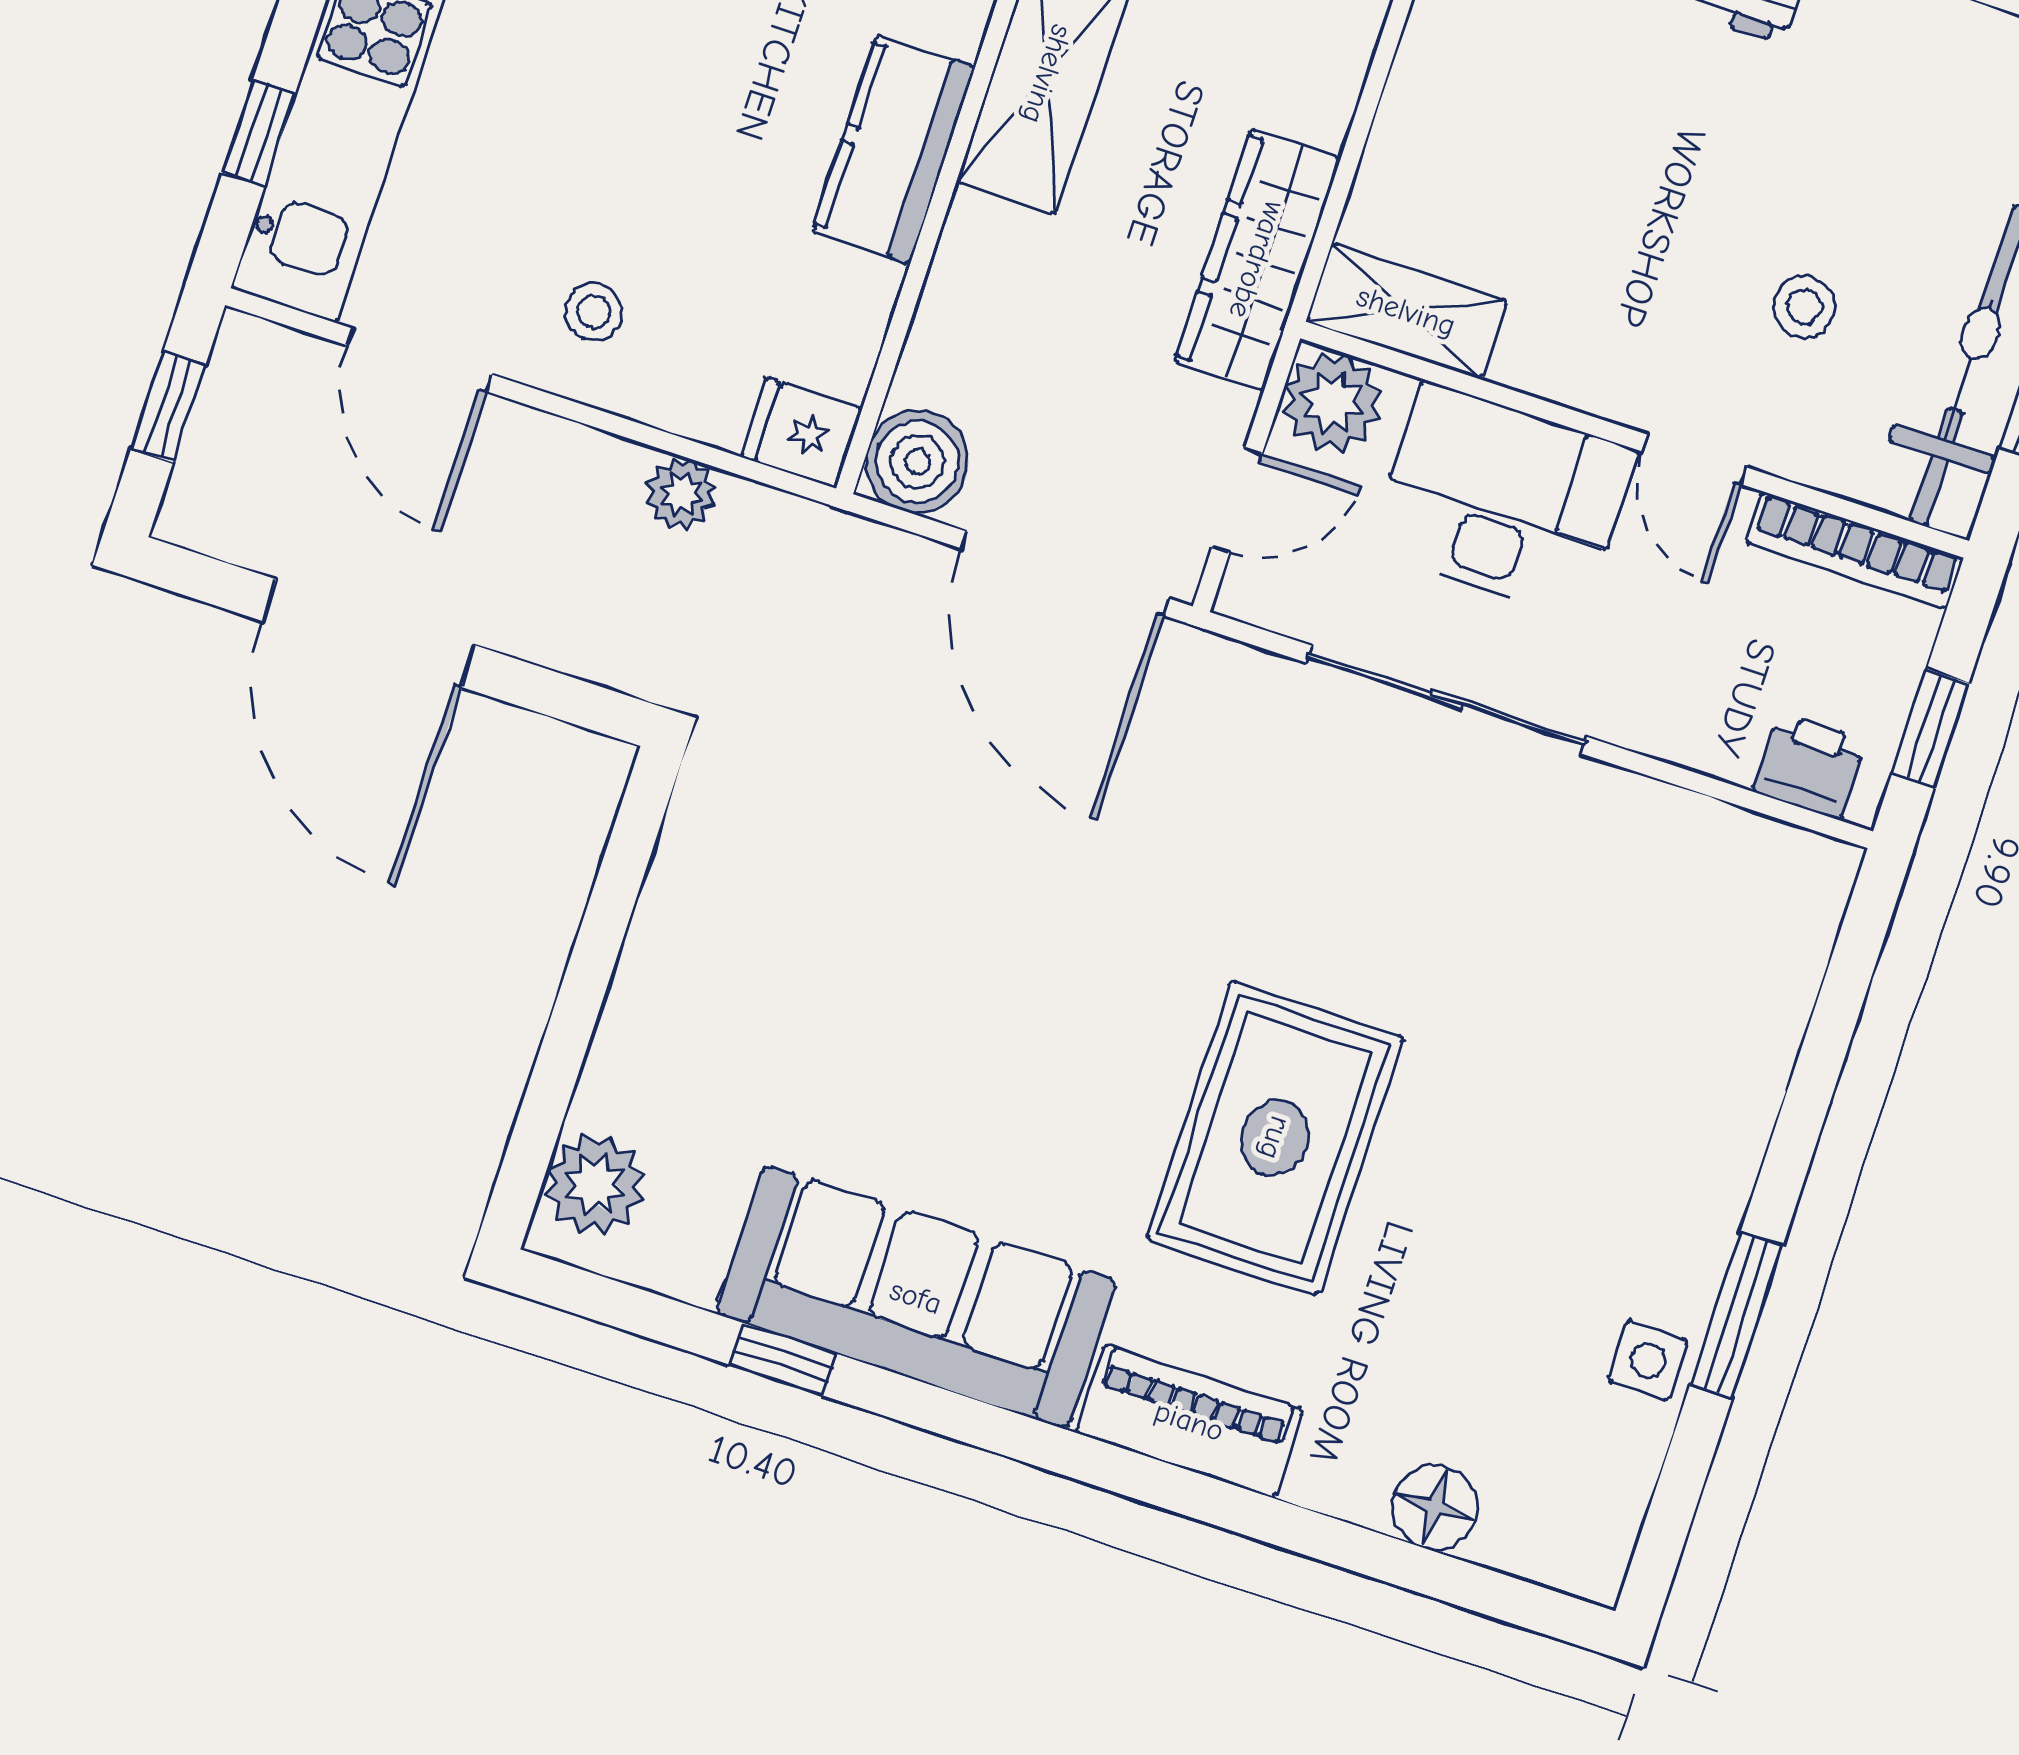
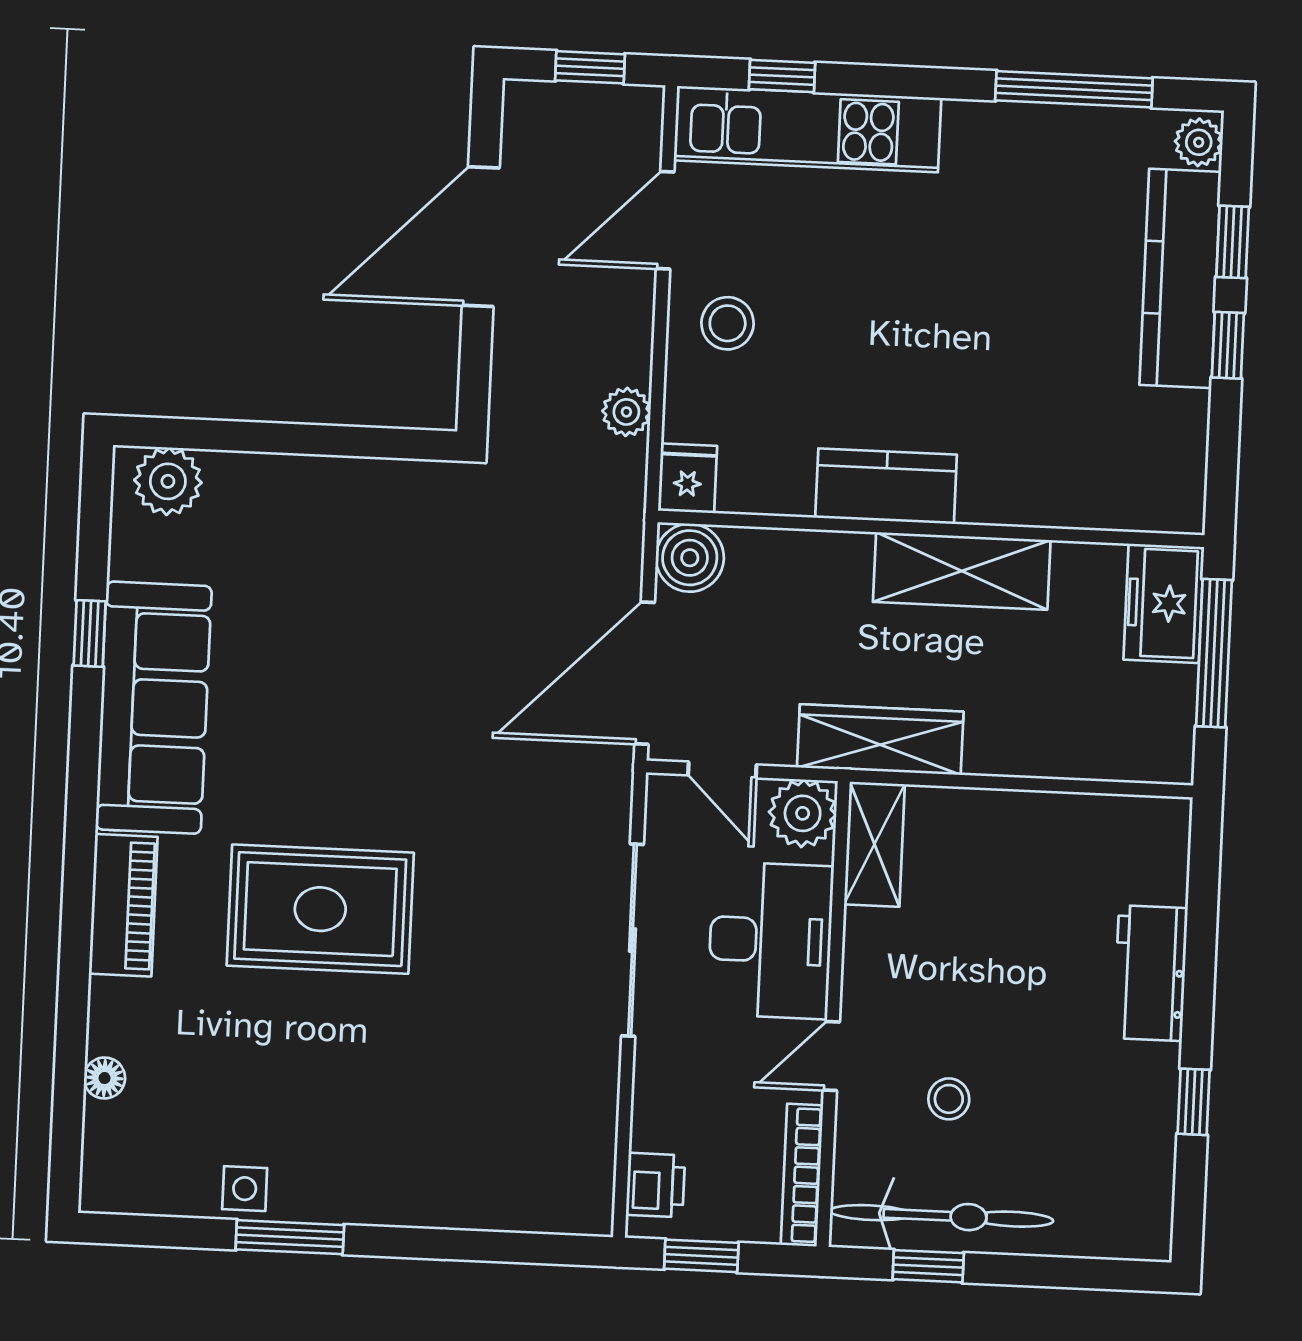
stool: (594, 312) -> (728, 323), width x1.37, depth x1.37
floor lamp: (1435, 1507) -> (105, 1078), width x0.73, depth x0.73

